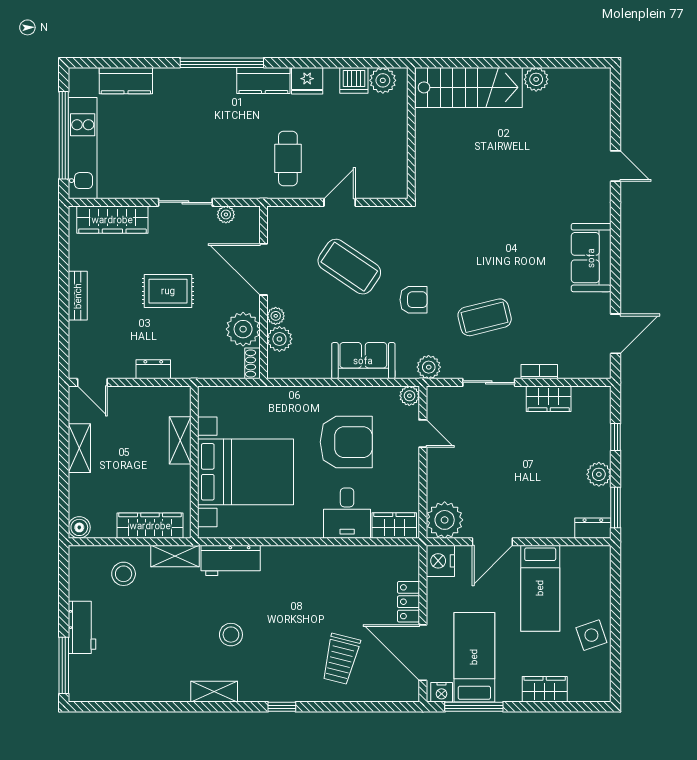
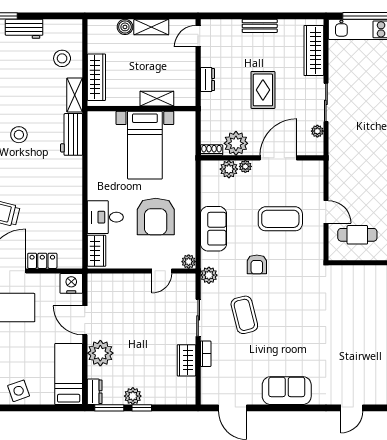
cafe table: (288, 158) -> (357, 235), moved
coffee table: (349, 267) -> (280, 219), turned 56
window: (616, 437) -> (142, 408), moved
bed with nightstands: (246, 472) -> (145, 145), width x0.73
plant: (445, 520) -> (100, 353), moved
boiler: (79, 527) -> (125, 27), moved
bed: (540, 588) -> (69, 374), moved, turned 90

